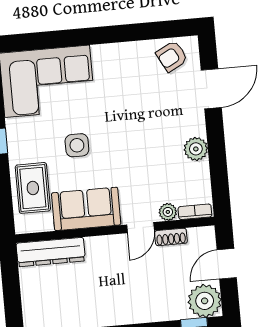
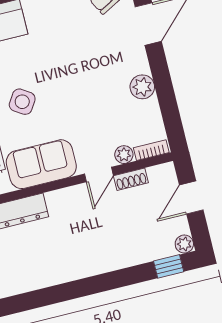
side table: (77, 145) -> (22, 102), turned 33
plant: (205, 301) -> (184, 244), width x0.53, depth x0.53

